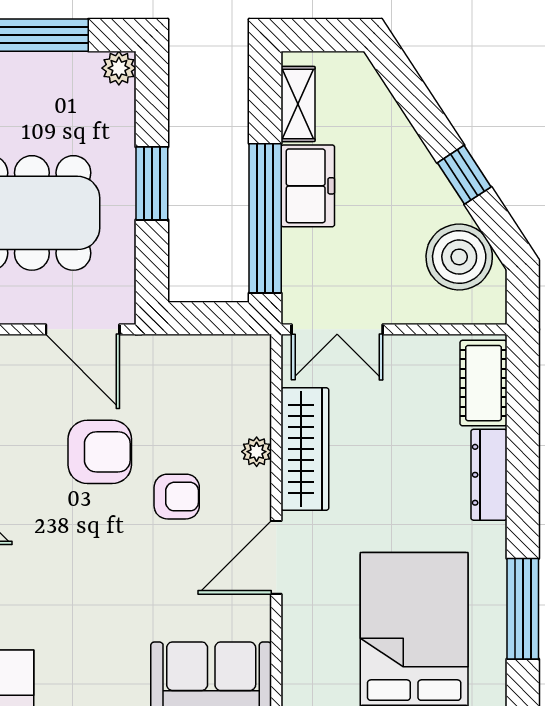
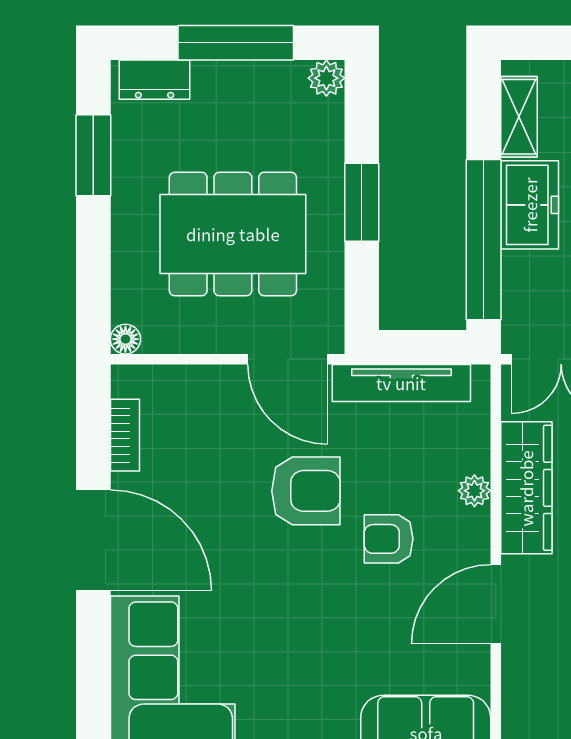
tv unit: (189, 352) -> (401, 383), added
armchair: (177, 497) -> (389, 539), turned 180

